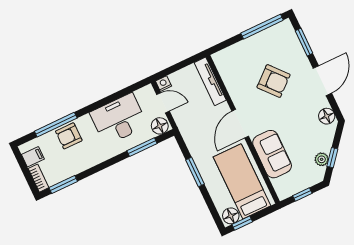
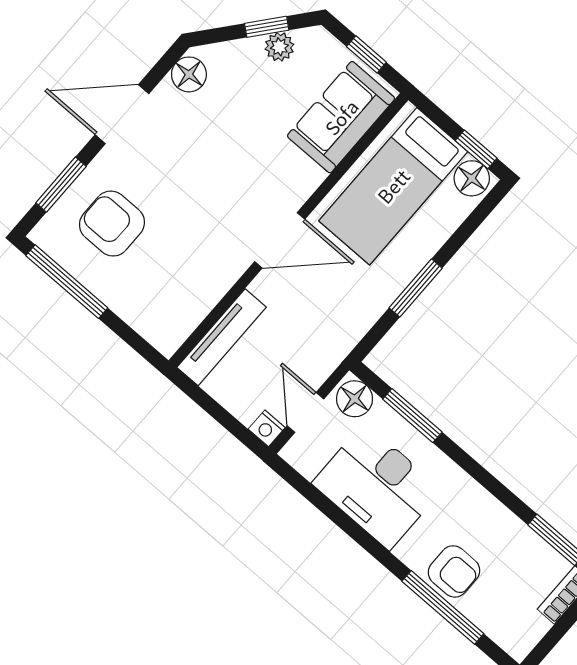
armchair: (274, 81) -> (112, 224), moved, turned -49
sofa: (272, 154) -> (341, 117), moved
filing cabinet: (33, 157) -> (527, 625), removed

